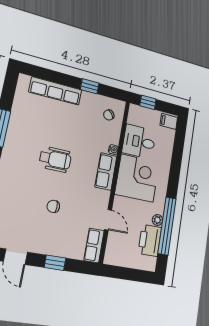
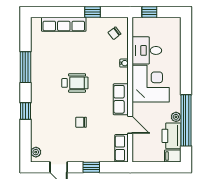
filing cabinet: (169, 121) -> (173, 156), moved
row of seats: (106, 171) -> (121, 99), moved

